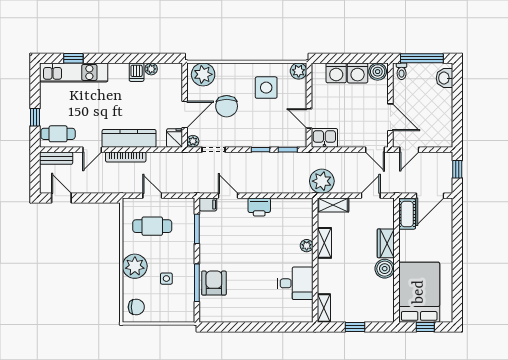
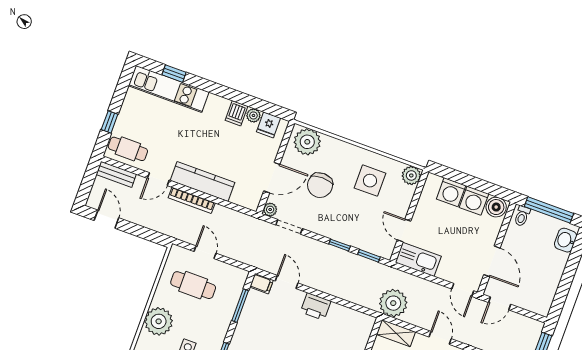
fridge: (175, 138) -> (268, 125), moved, turned 180
kitchen sink: (324, 138) -> (418, 259), width x1.38
door: (371, 196) -> (440, 338), hinge flipped

